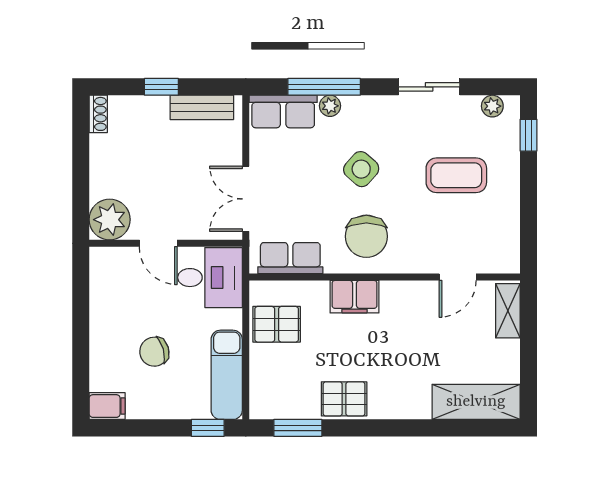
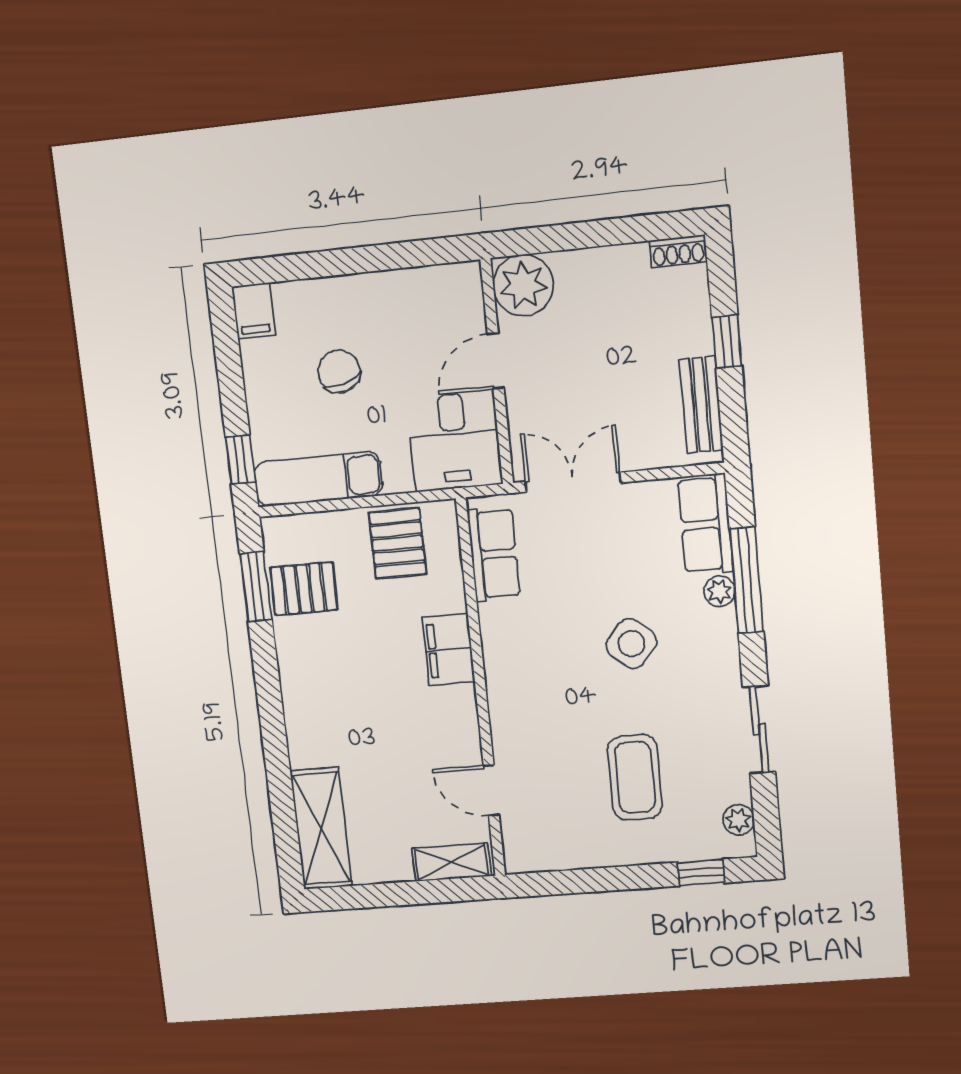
chair: (366, 236) -> (536, 659), removed
pallet: (344, 399) -> (304, 589), moved, turned 90

